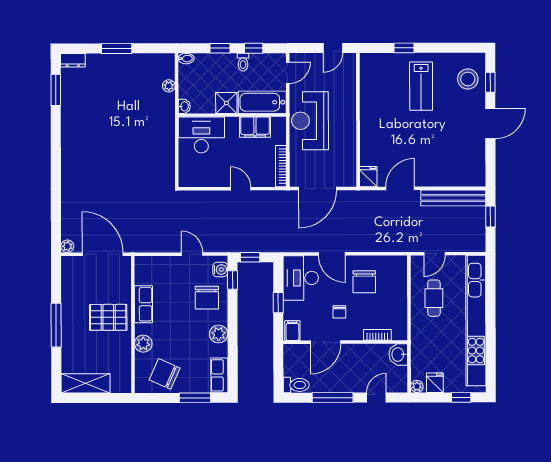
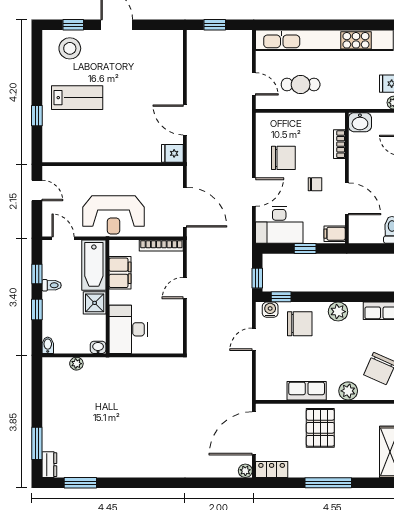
window: (117, 48) -> (37, 443), moved
bench: (453, 198) -> (195, 64), removed
locker: (69, 271) -> (272, 469), added

